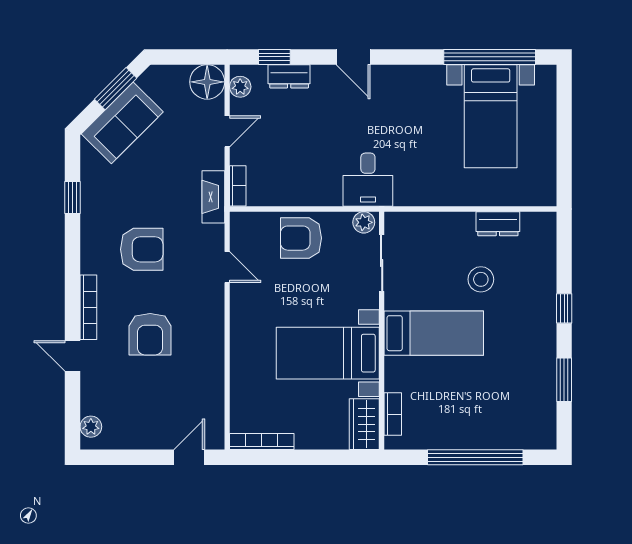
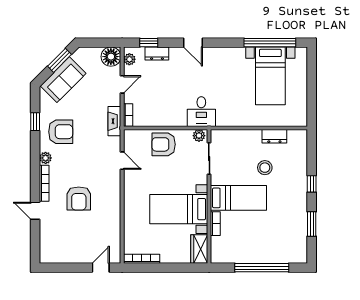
armchair: (142, 249) -> (61, 132), moved
bookcase: (393, 414) -> (215, 224), moved
plant: (91, 427) -> (46, 158), moved

